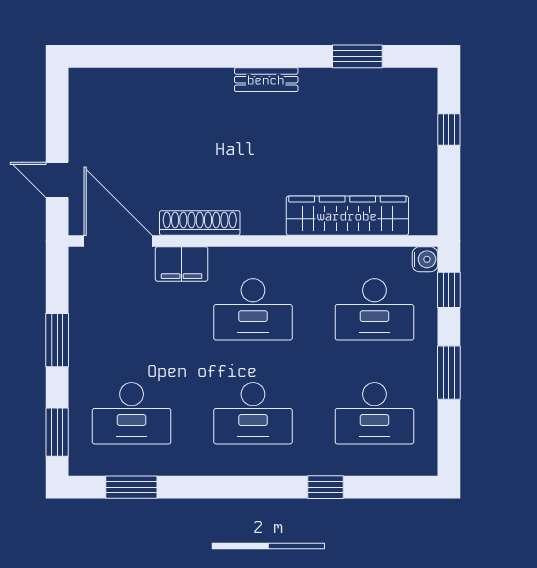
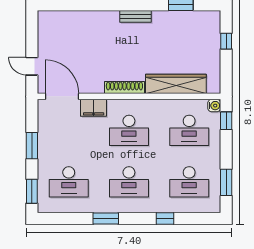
shoe rack: (200, 223) -> (124, 88), moved
window: (449, 373) -> (226, 182), moved
window: (131, 487) -> (106, 219), moved

